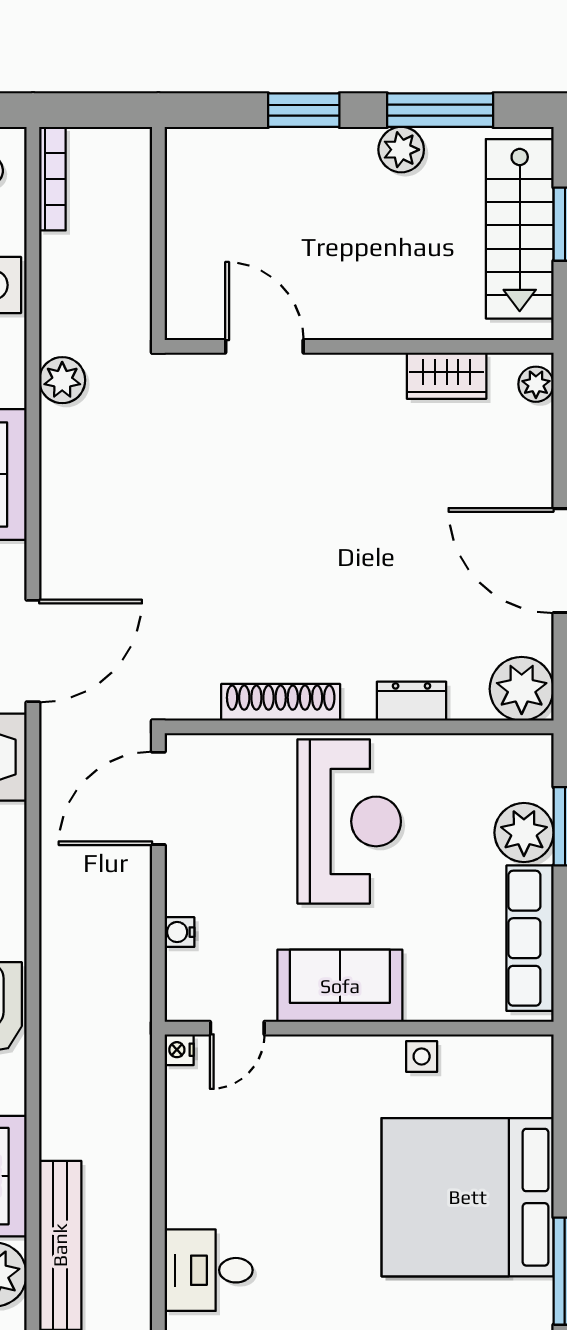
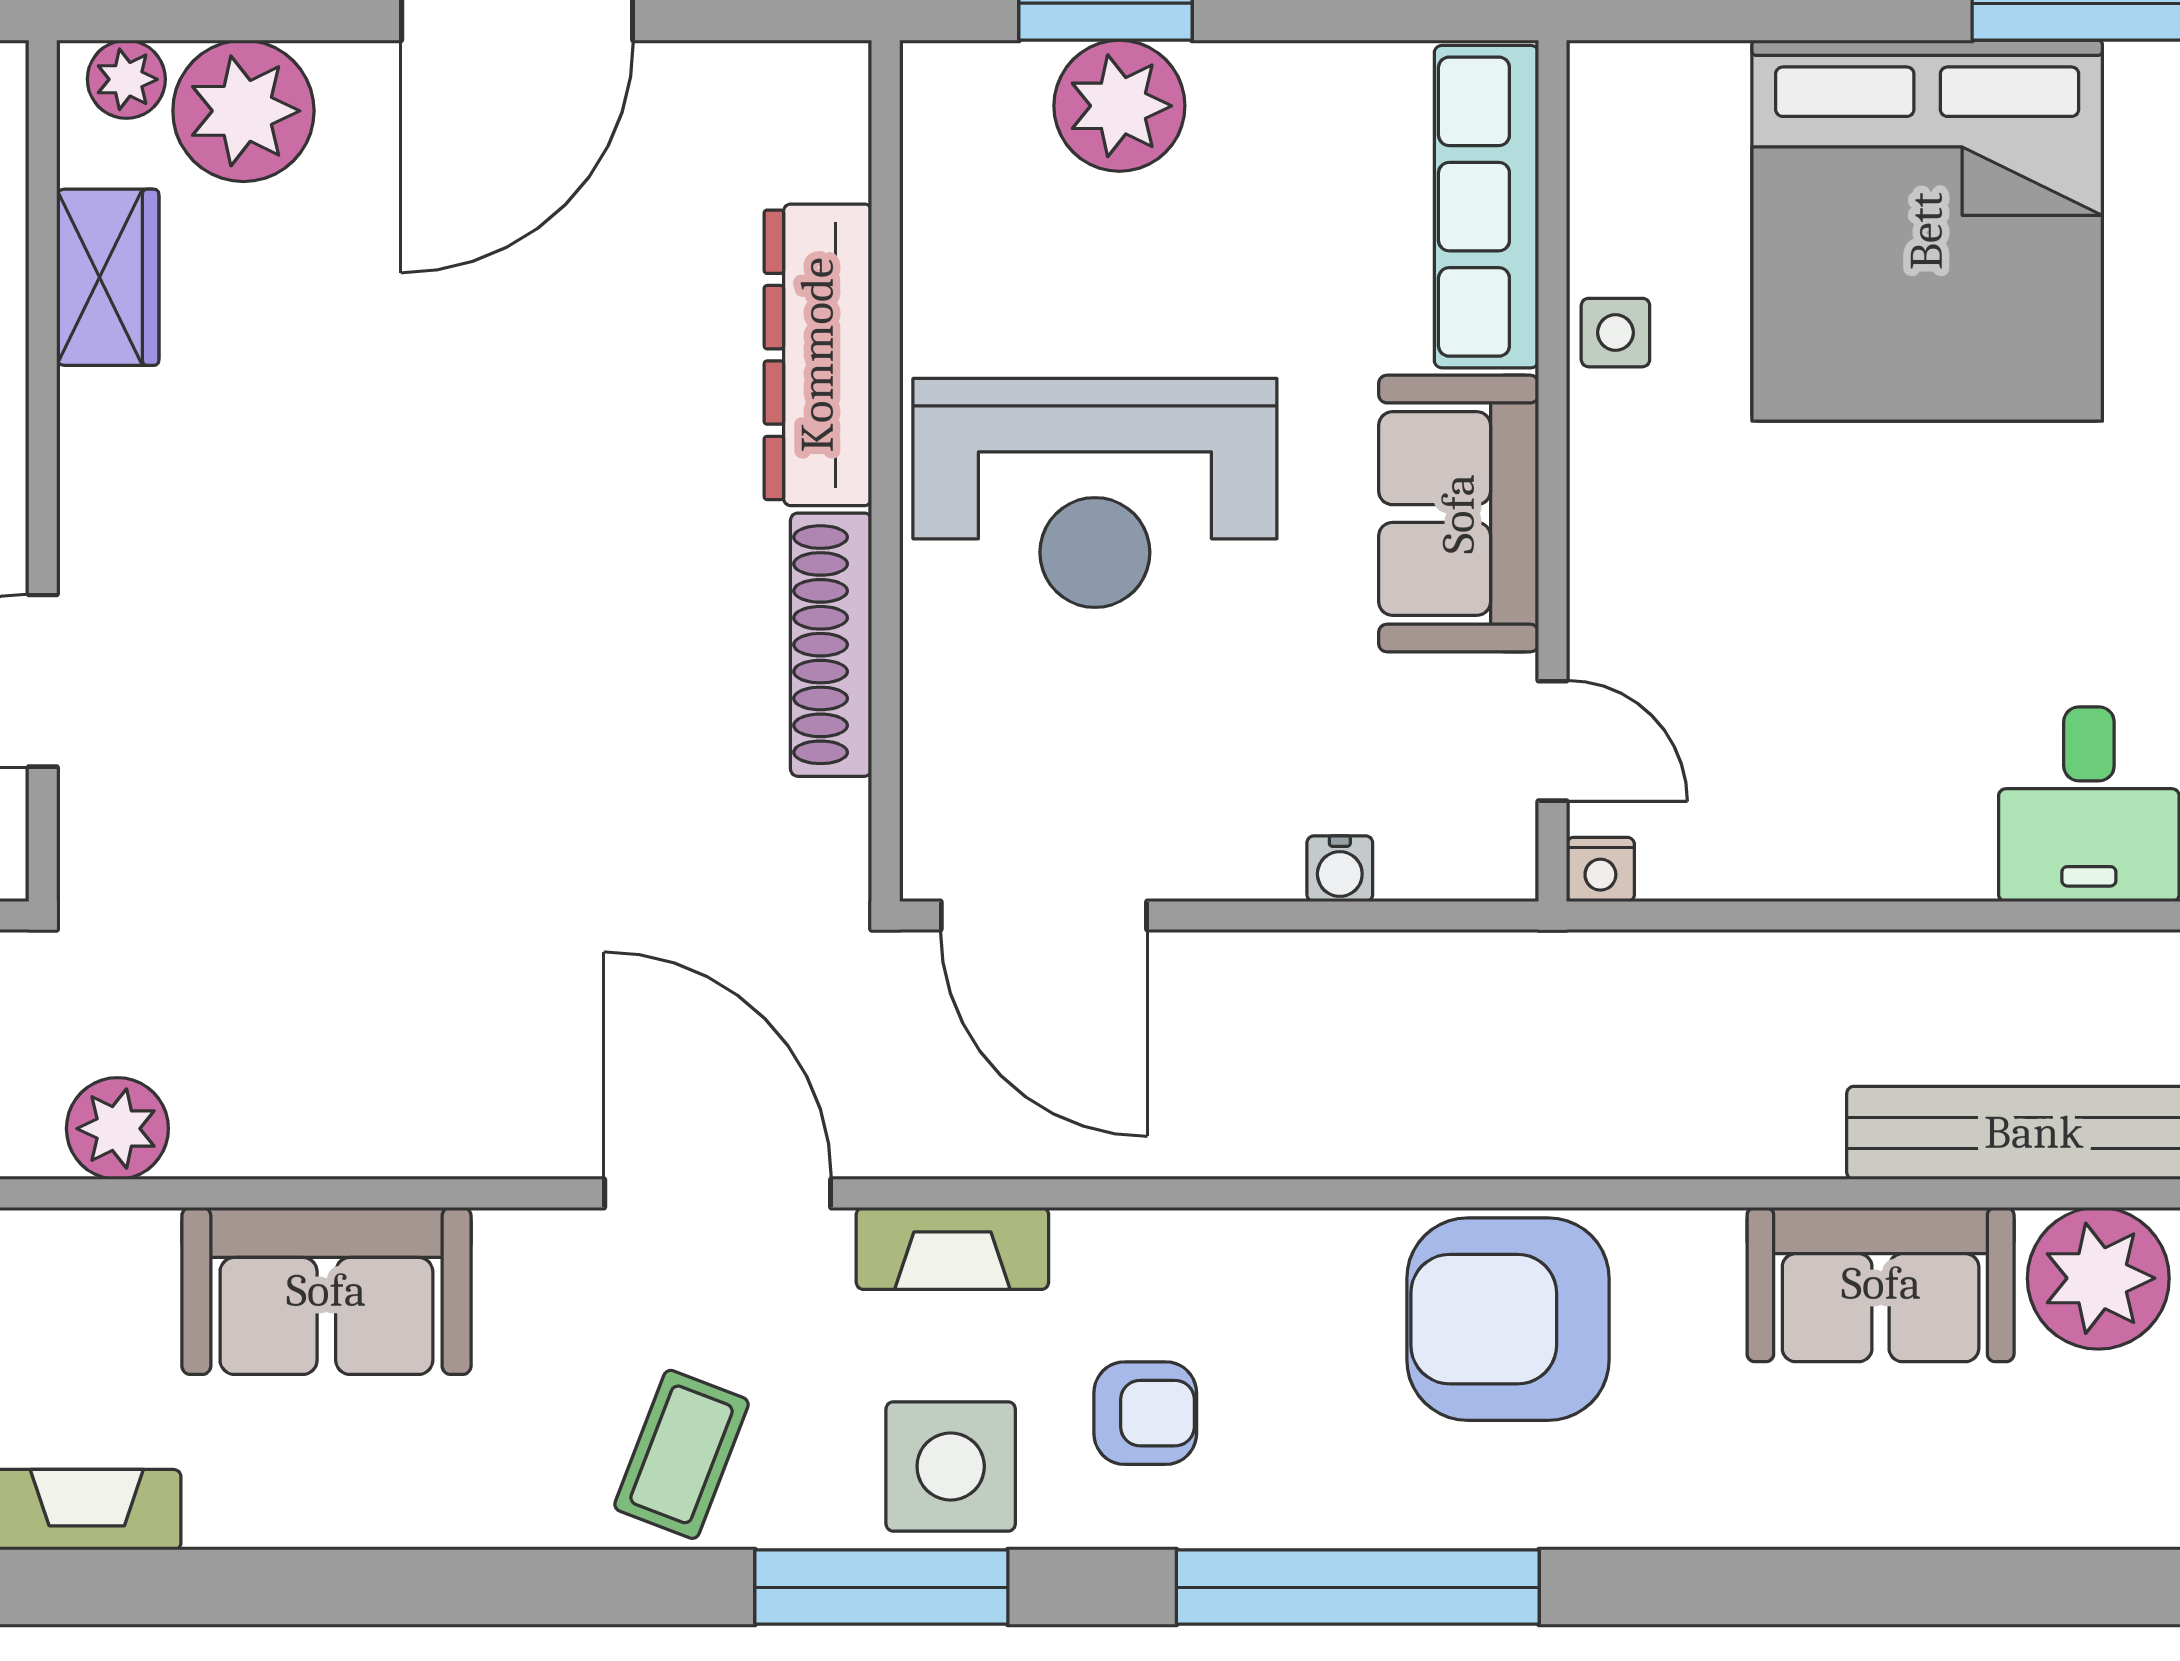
plant: (522, 689) -> (243, 111), moved
dresser: (412, 701) -> (818, 355), width x1.96, depth x1.24
reception desk: (349, 821) -> (1095, 493), turned 180
row of seats: (530, 938) -> (1486, 207), moved, turned 90

